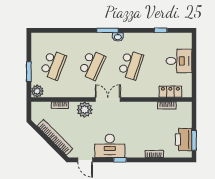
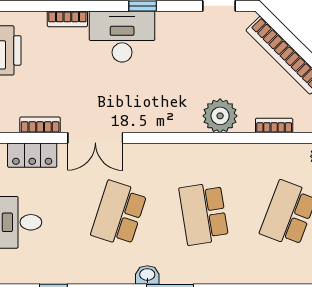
school desk: (92, 65) -> (204, 214), turned -33
double door: (108, 100) -> (95, 138), moved
desk: (110, 146) -> (122, 37), moved

